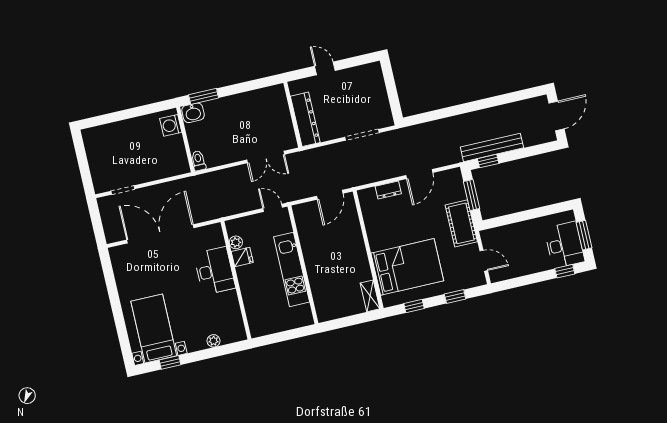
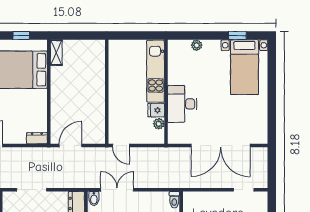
bidet: (290, 141) -> (94, 198), added
dresser: (388, 190) -> (37, 138), moved
kitchen unit: (292, 269) -> (156, 71), moved, turned 180

